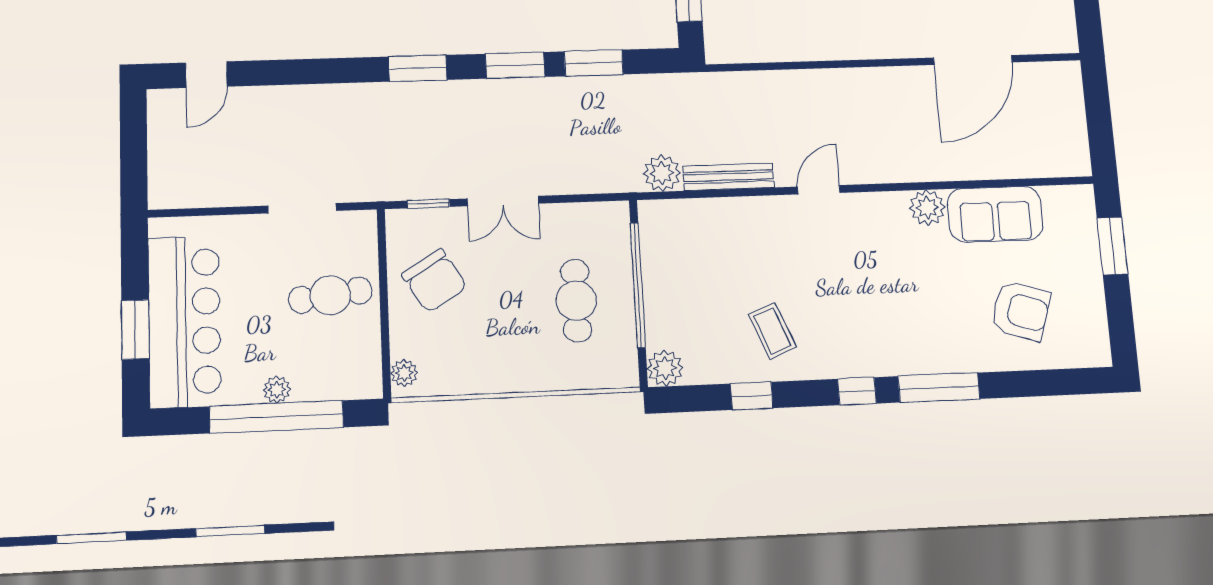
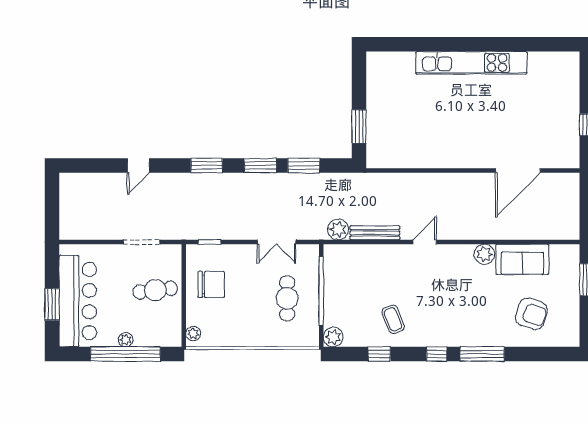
door: (206, 75) -> (138, 166), moved
double door: (503, 201) -> (277, 242), moved
chair: (434, 281) -> (211, 284), turned -58

